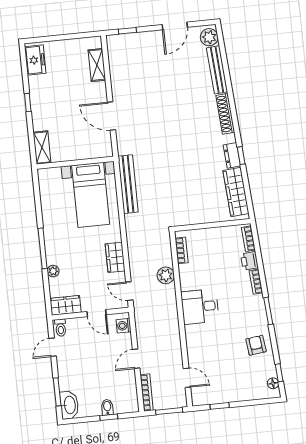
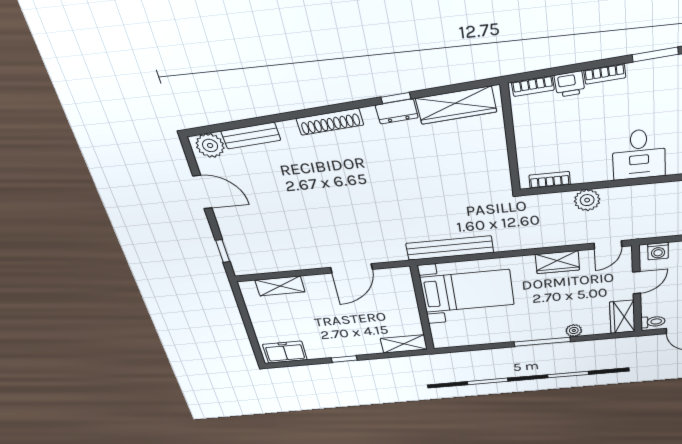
bench: (217, 70) -> (251, 136), width x0.73

